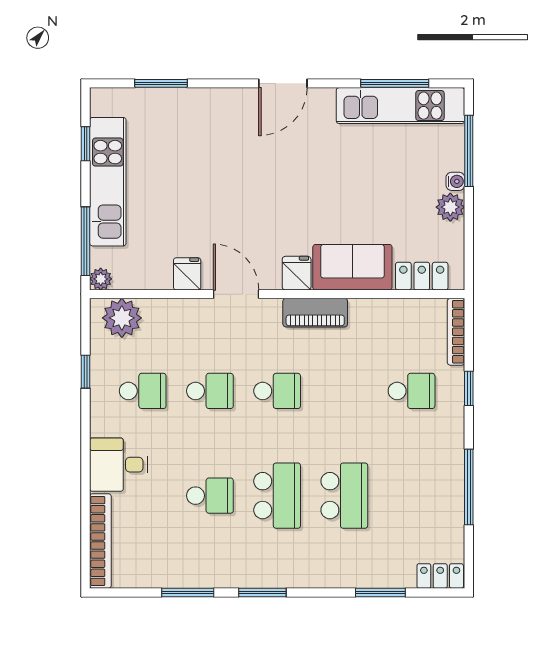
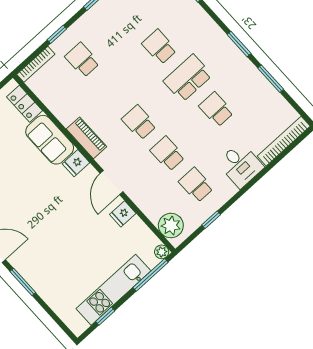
window: (161, 83) -> (23, 282), moved
school desk: (344, 496) -> (159, 47), width x0.54

